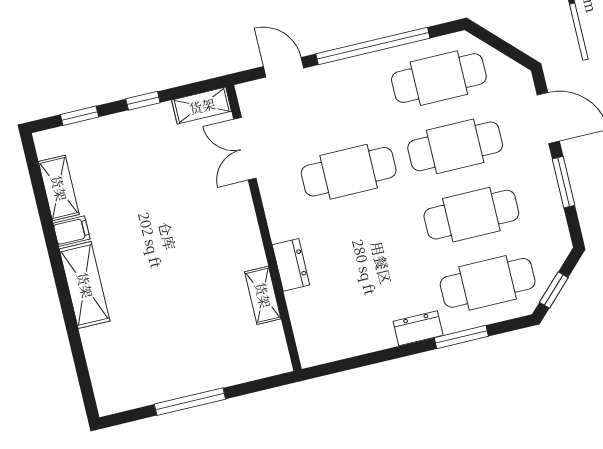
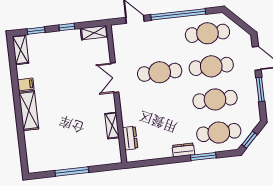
double door: (245, 149) -> (115, 78), moved
shelving: (59, 188) -> (21, 50), moved
dresser: (291, 265) -> (130, 138), moved

